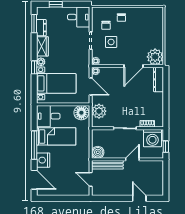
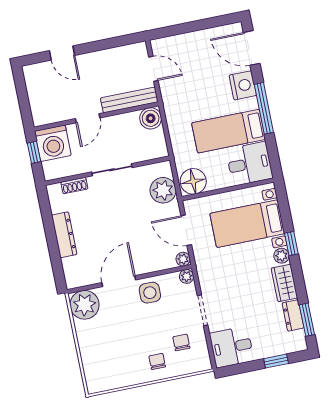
side table: (111, 42) -> (150, 293), moved
dresser: (158, 79) -> (64, 235), moved
washing machine: (152, 138) -> (53, 143), moved, turned 180

